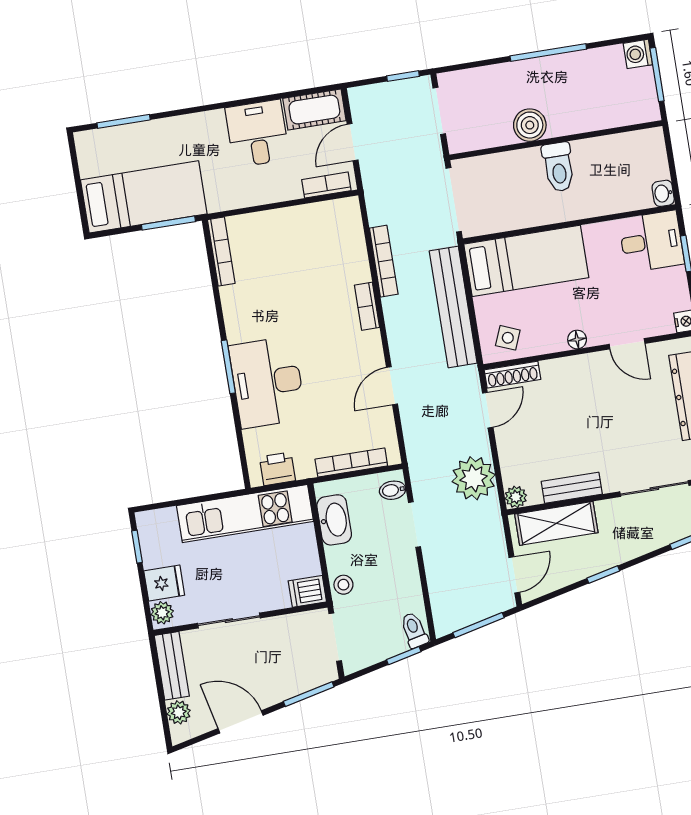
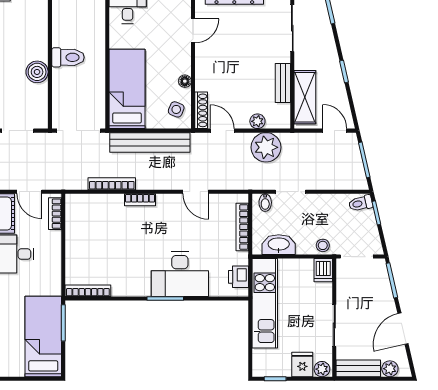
floor lamp: (577, 340) -> (185, 81), moved
plant: (516, 497) -> (257, 121), moved

